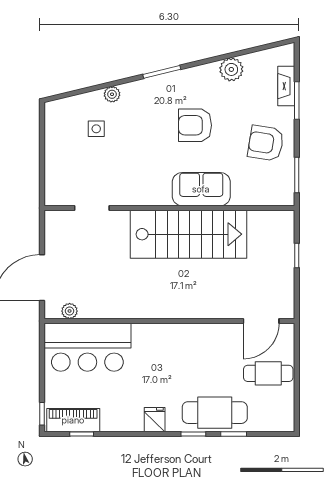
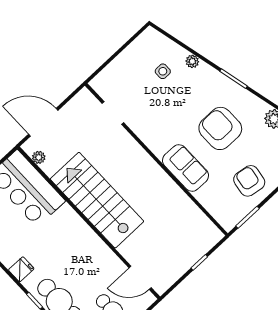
armchair: (195, 125) -> (220, 128), width x1.36, depth x1.36
stairs: (189, 234) -> (97, 200), moved, turned 180

